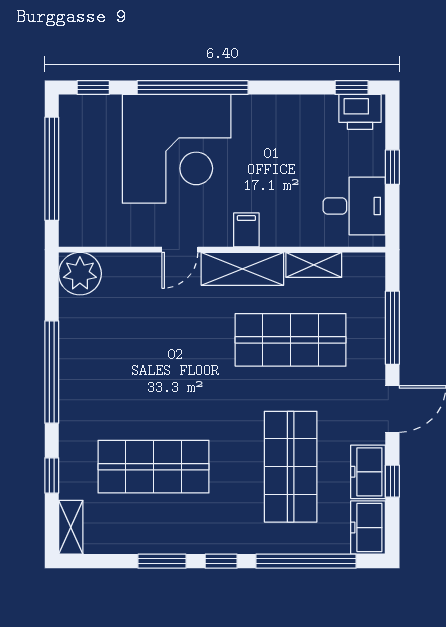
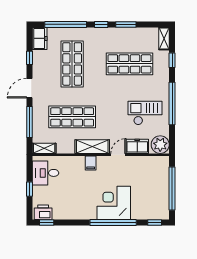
corner desk: (177, 149) -> (114, 203), width x0.74, depth x0.74
shelving: (314, 265) -> (44, 148), moved
checkout: (116, 349) -> (145, 113), added
freezer: (368, 472) -> (137, 146), moved, turned -90

